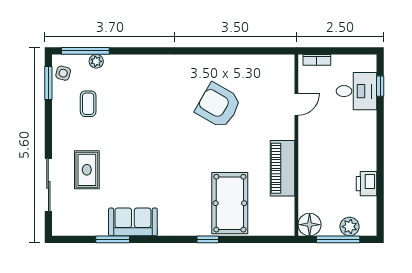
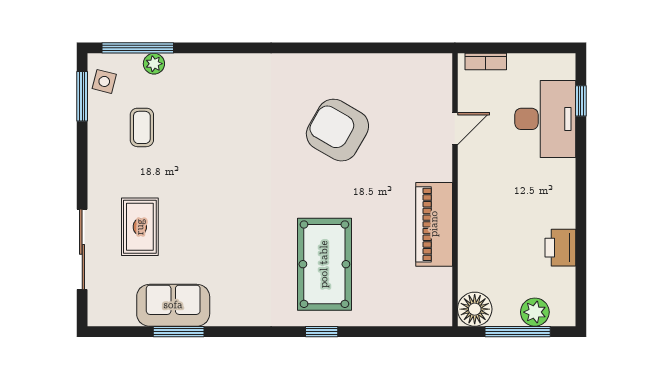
desk: (356, 91) -> (545, 119), width x1.37
pool table: (230, 203) -> (324, 264), moved
sofa: (133, 222) -> (173, 305), moved

